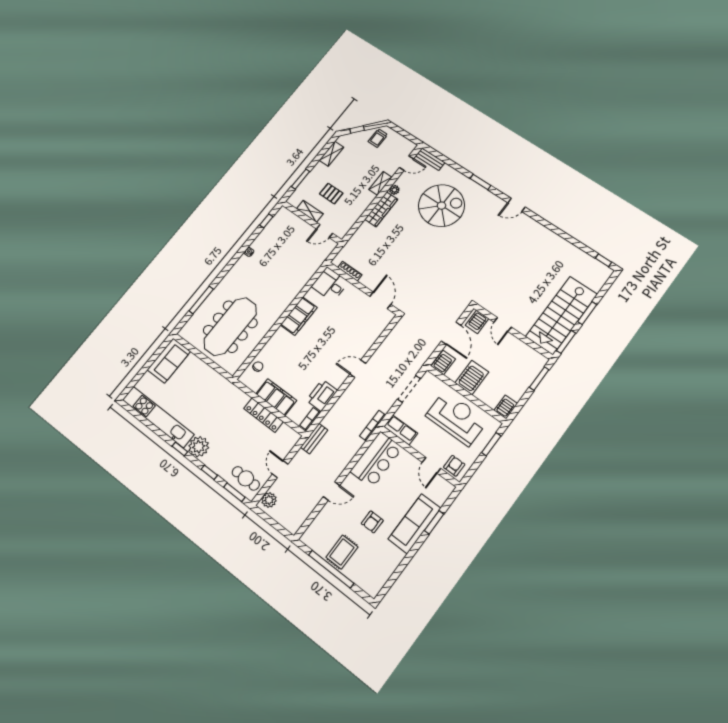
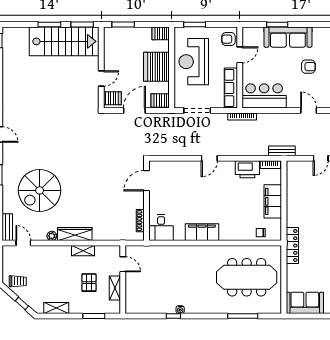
shelving: (380, 183) -> (83, 251), moved
spiral stairs: (441, 206) -> (40, 190), turned -90
window: (266, 221) -> (173, 316), moved
door: (358, 369) -> (209, 158), hinge flipped
server rack: (472, 377) -> (156, 67), width x1.60
locker: (263, 415) -> (292, 246), moved
row of seats: (401, 430) -> (231, 88), width x1.48

